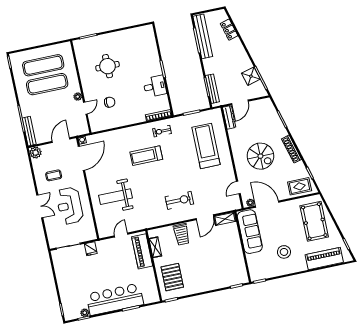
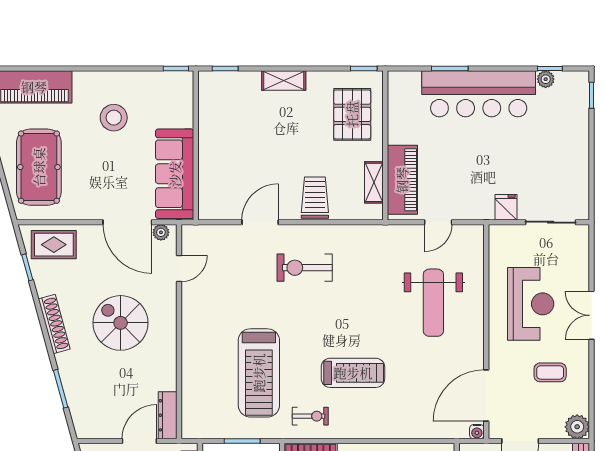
treadmill: (206, 146) -> (259, 373), moved
weight bench: (115, 197) -> (433, 303), turned 90
shelving: (225, 219) -> (284, 80), moved

